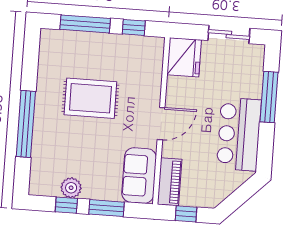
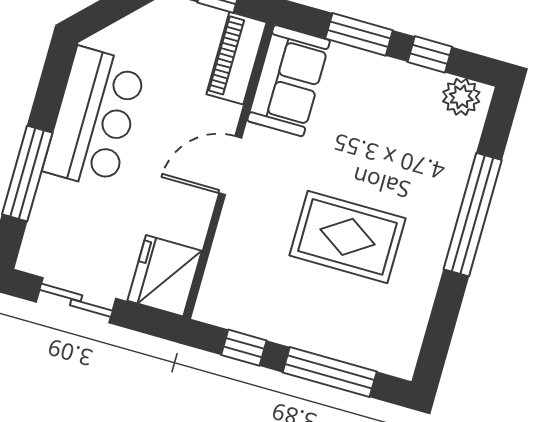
plant: (71, 188) -> (461, 97), moved

